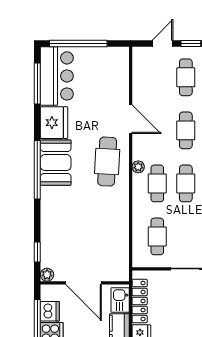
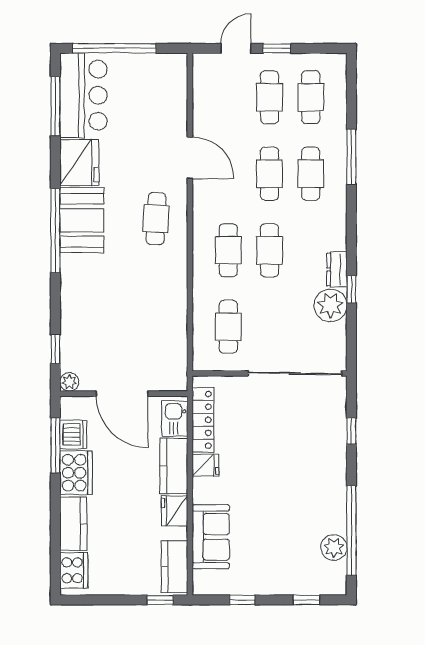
cafe table: (107, 162) -> (156, 219), width x0.73, depth x0.74
plant: (138, 167) -> (201, 226), removed

